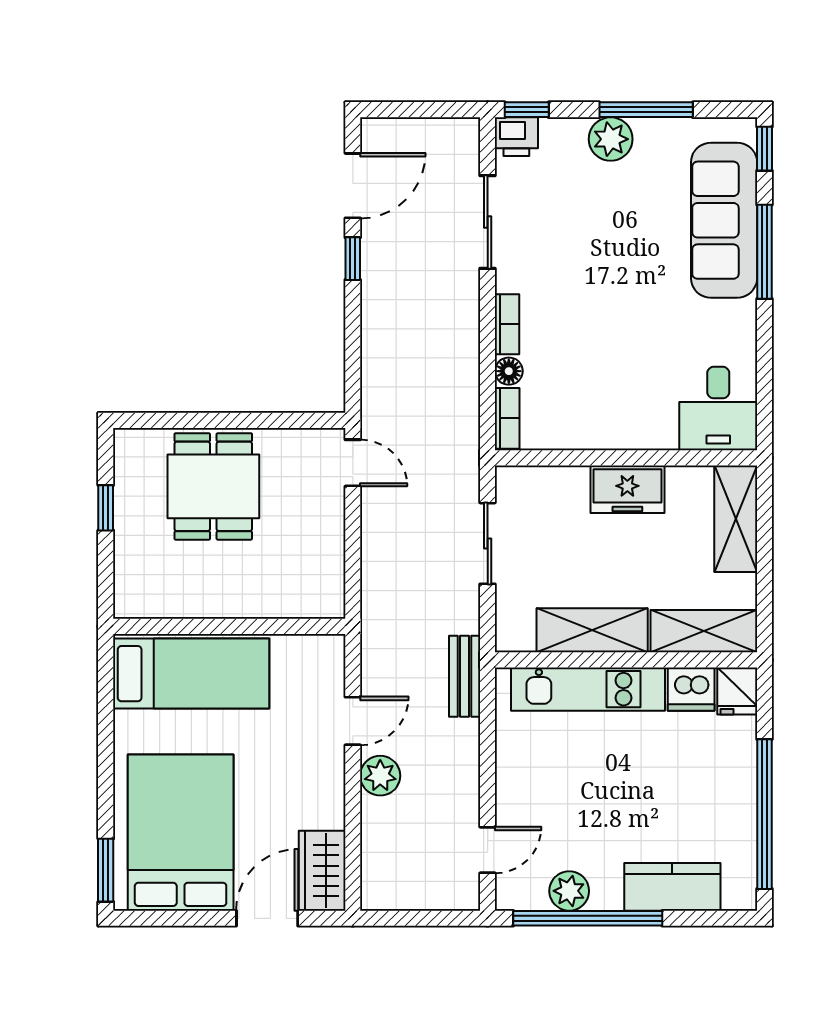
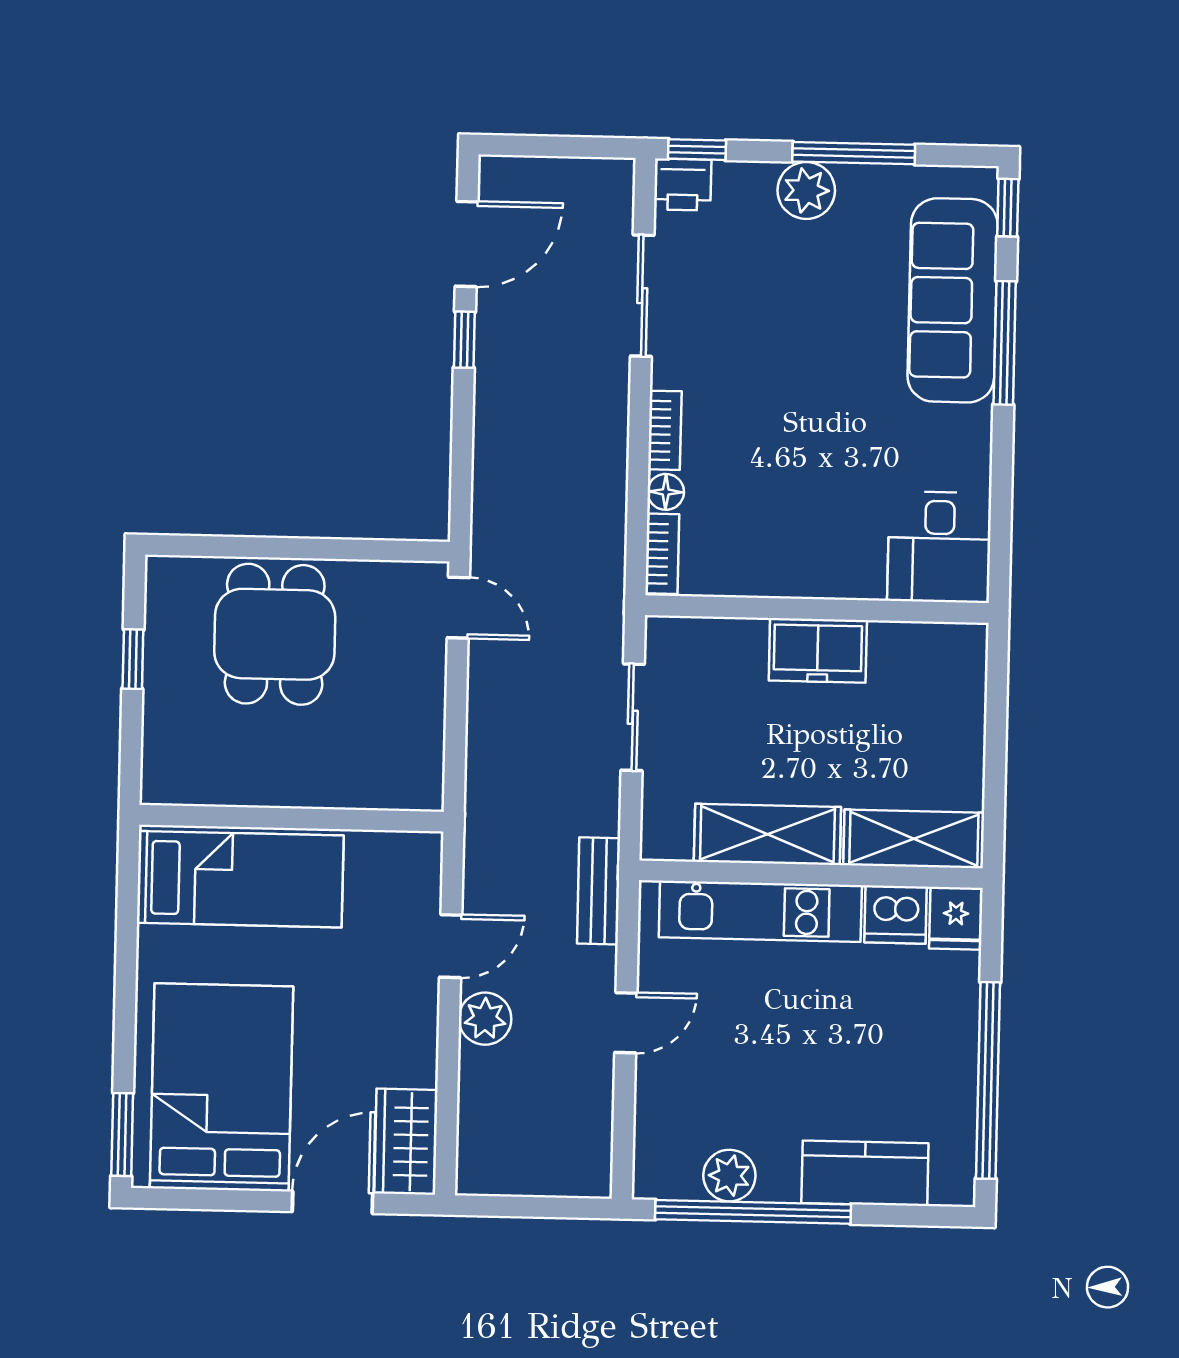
shelving: (736, 519) -> (959, 692), removed
door: (488, 850) -> (626, 1023), moved

